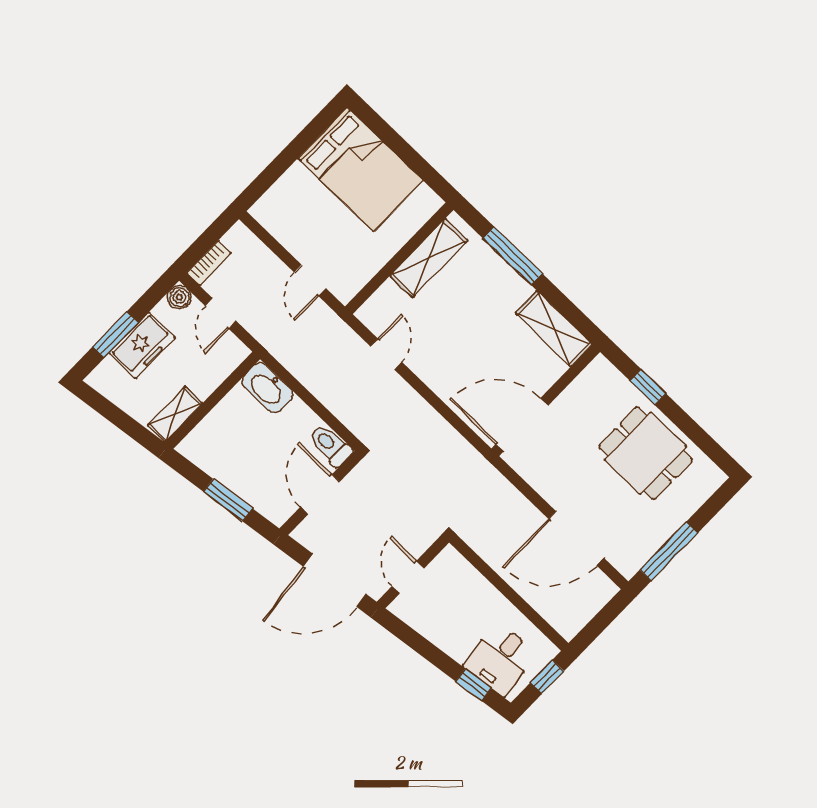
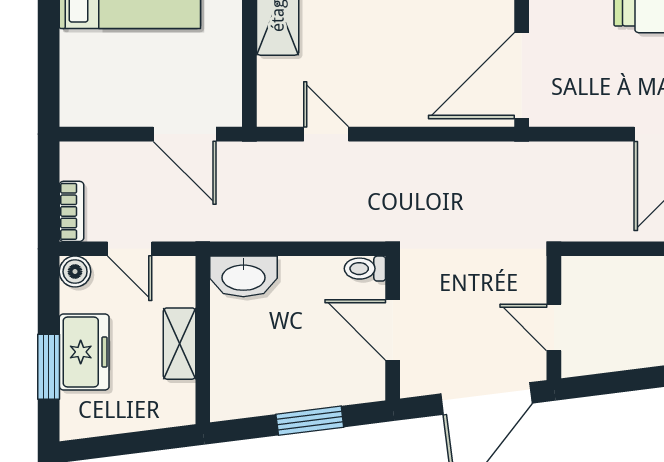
door: (310, 280) -> (185, 134), width x1.38
shelving: (175, 414) -> (179, 344), moved
toilet: (330, 445) -> (365, 269), width x0.73, depth x0.72

